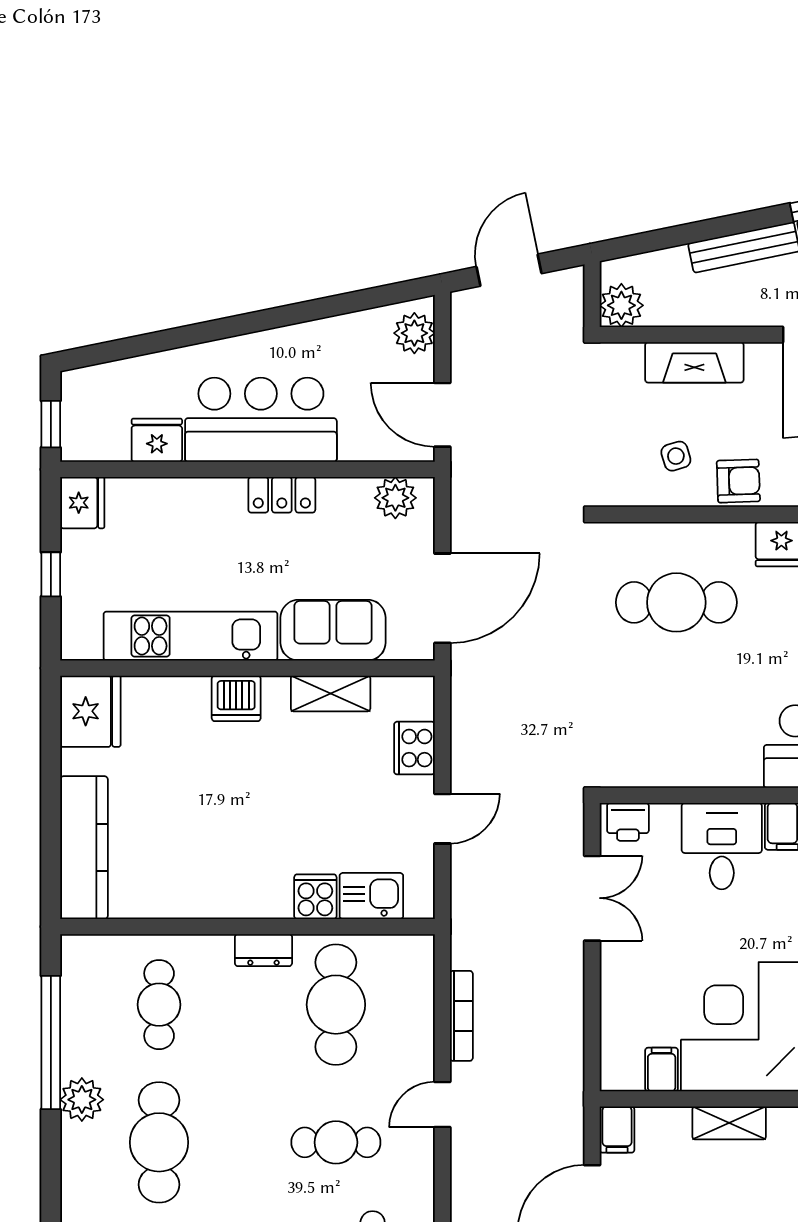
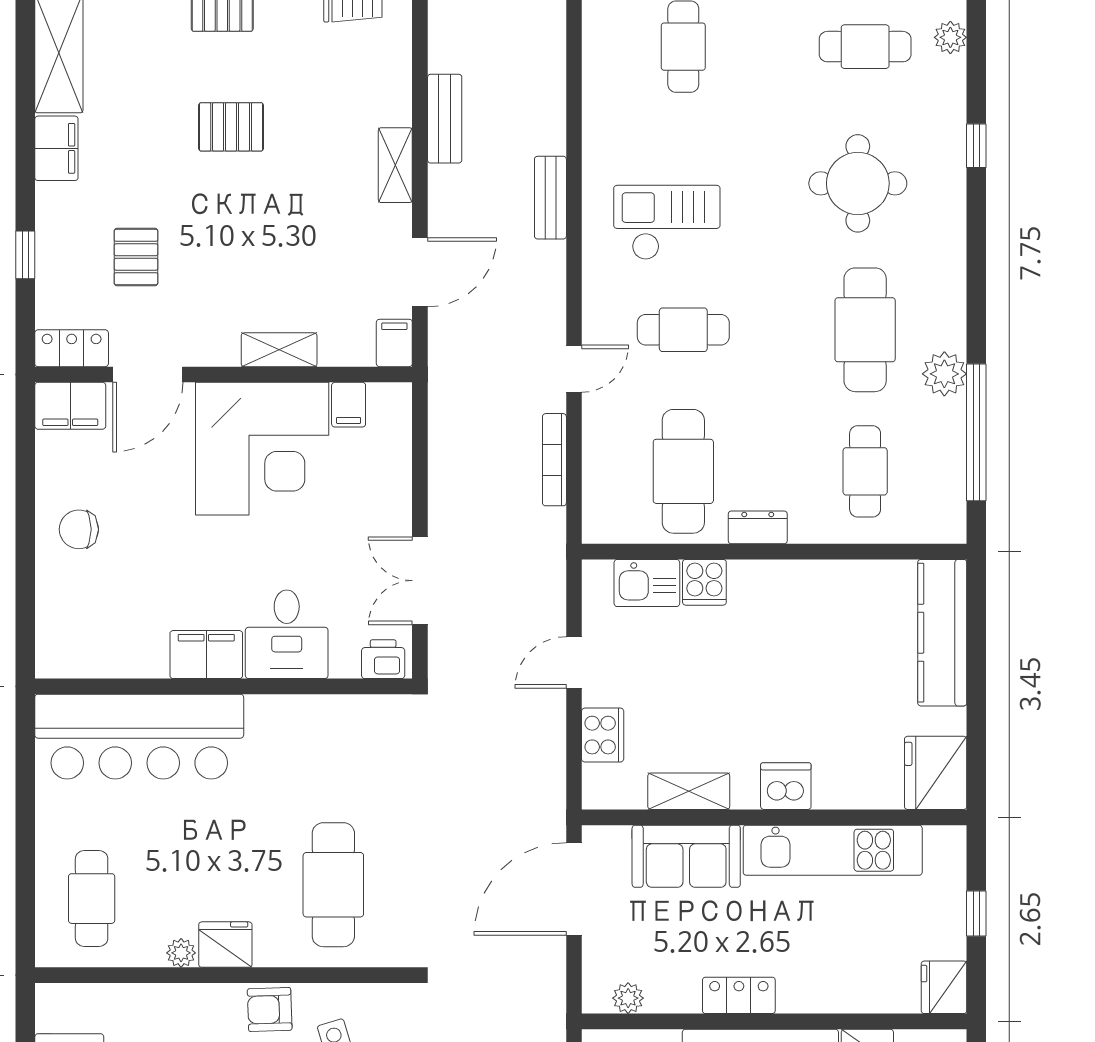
plant: (395, 498) -> (628, 998), width x0.73, depth x0.73
cafe table: (676, 602) -> (333, 885), turned 90

